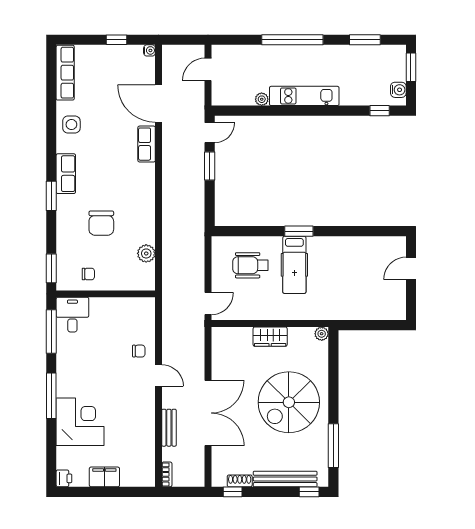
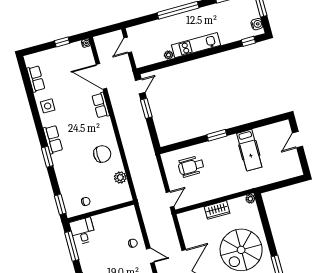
row of seats: (65, 73) -> (36, 79), width x0.68
chair: (101, 223) -> (102, 154), moved, turned -90
hospital bed: (294, 265) -> (249, 150), moved

